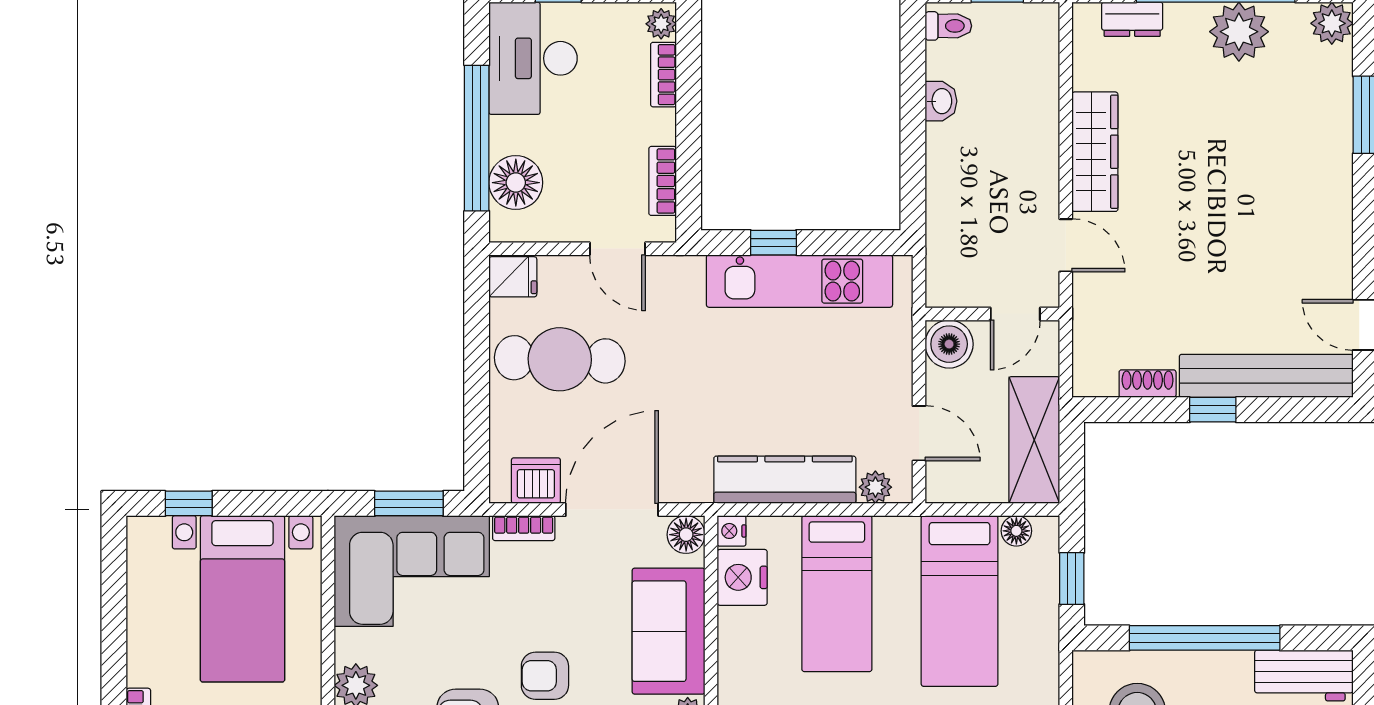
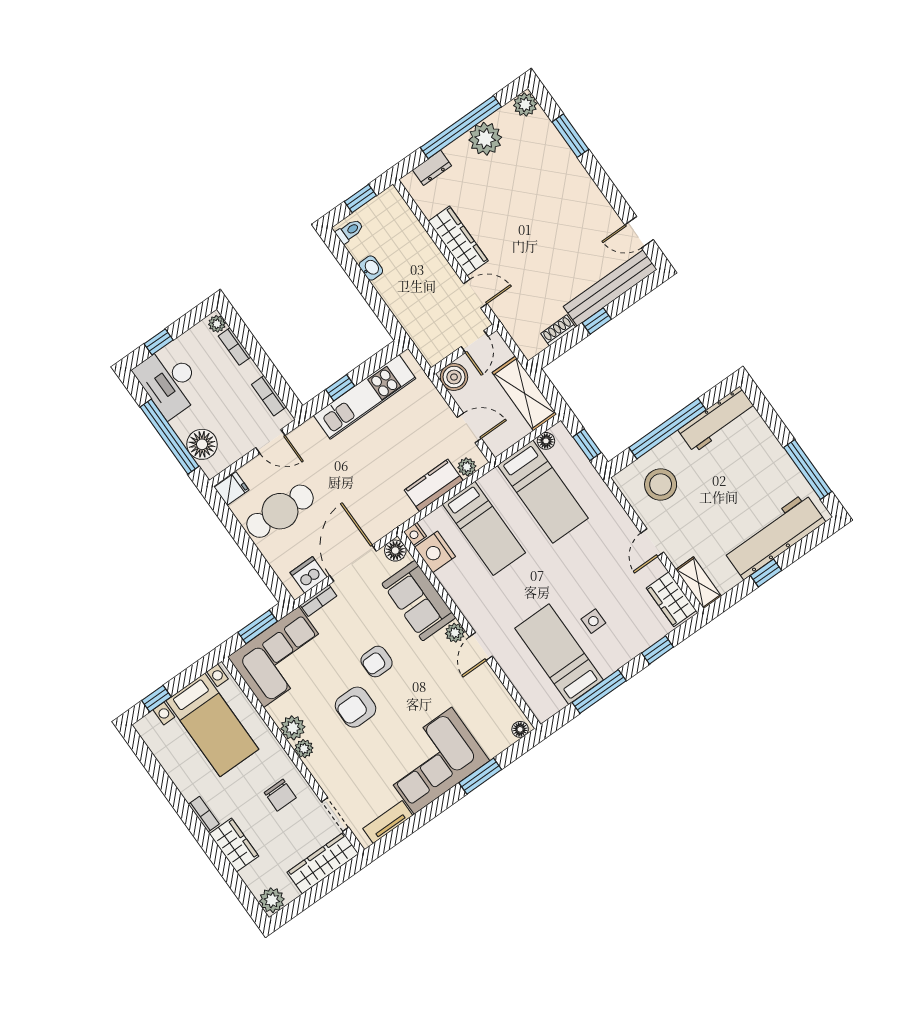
kitchen counter: (785, 480) -> (434, 485), width x0.67
workbench: (1304, 676) -> (717, 420), width x1.38

